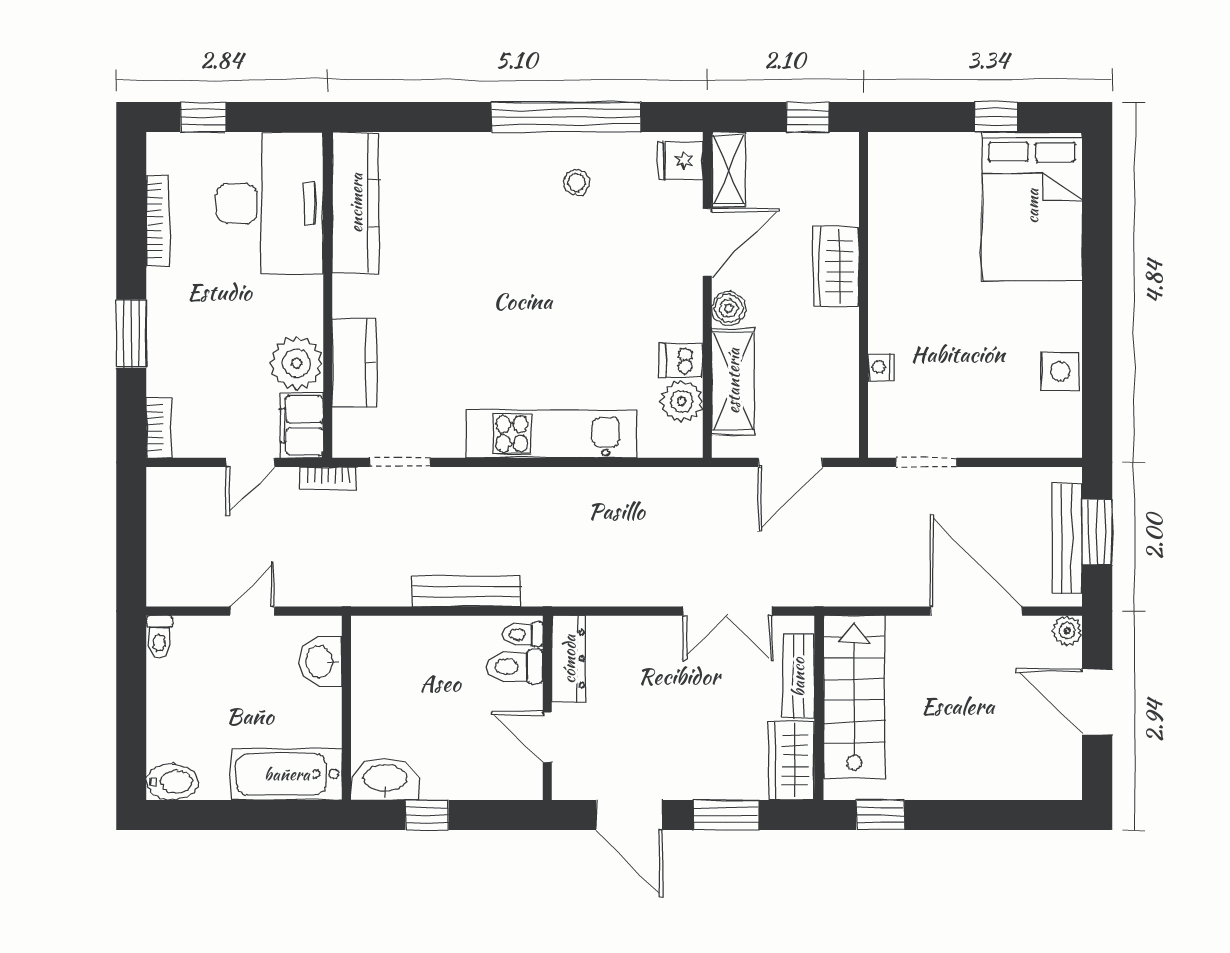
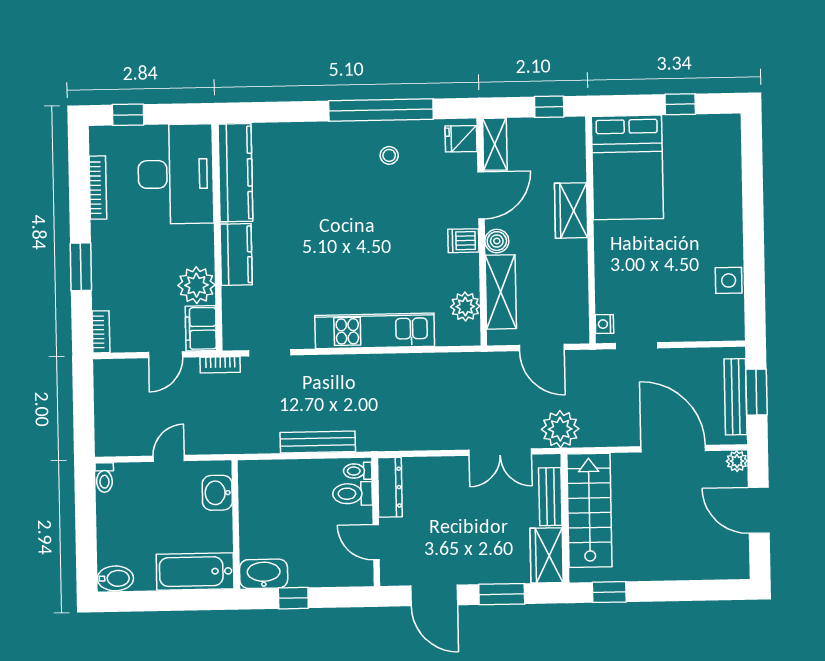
bed: (1032, 206) -> (627, 167), moved
dishwasher: (681, 360) -> (463, 241), moved
kitchen counter: (354, 363) -> (236, 255), moved
nightstand: (881, 367) -> (604, 324), moved
door: (790, 462) -> (542, 348), hinge flipped
plant: (814, 580) -> (560, 429), added

